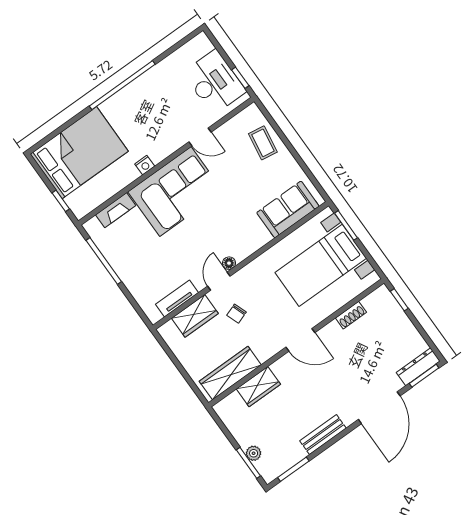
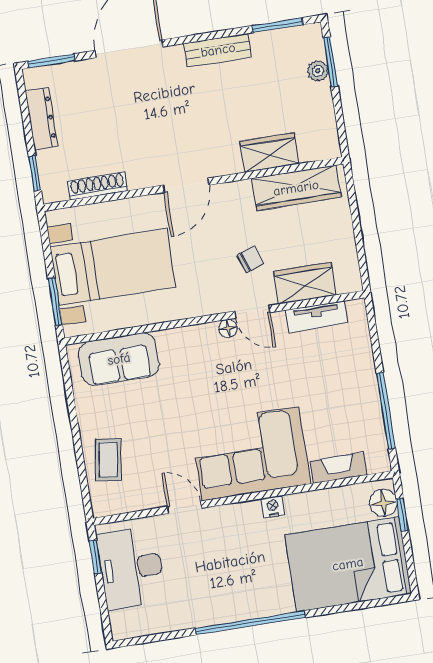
floor lamp: (76, 202) -> (383, 503), added
door: (219, 281) -> (252, 312), hinge flipped
shoe rack: (351, 315) -> (97, 186), width x1.43
door: (300, 340) -> (186, 185), swing flipped
dresser: (418, 367) -> (41, 119), moved, turned -90

